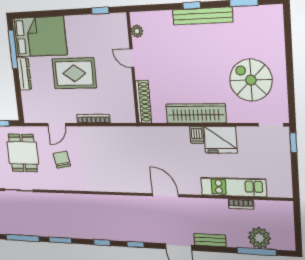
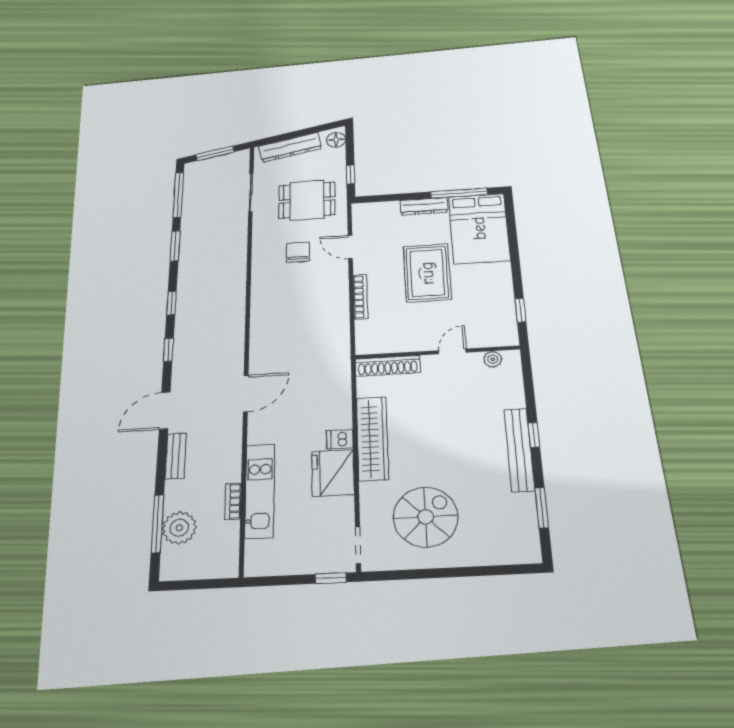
chair: (62, 160) -> (298, 252), turned -80

